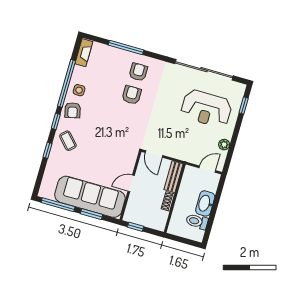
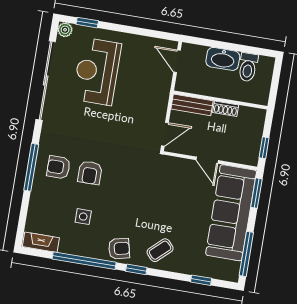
window: (126, 47) -> (31, 167), moved
side table: (79, 90) -> (83, 217), moved
armchair: (132, 95) -> (90, 173), turned -90
reception desk: (206, 109) -> (97, 72), turned 180
plant: (224, 145) -> (65, 30), moved
window: (47, 150) -> (201, 280), moved
window: (91, 214) -> (256, 193), moved

